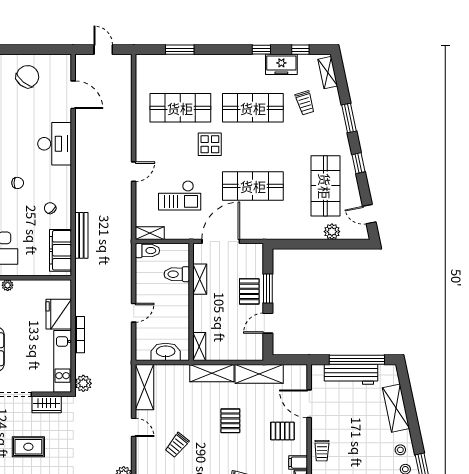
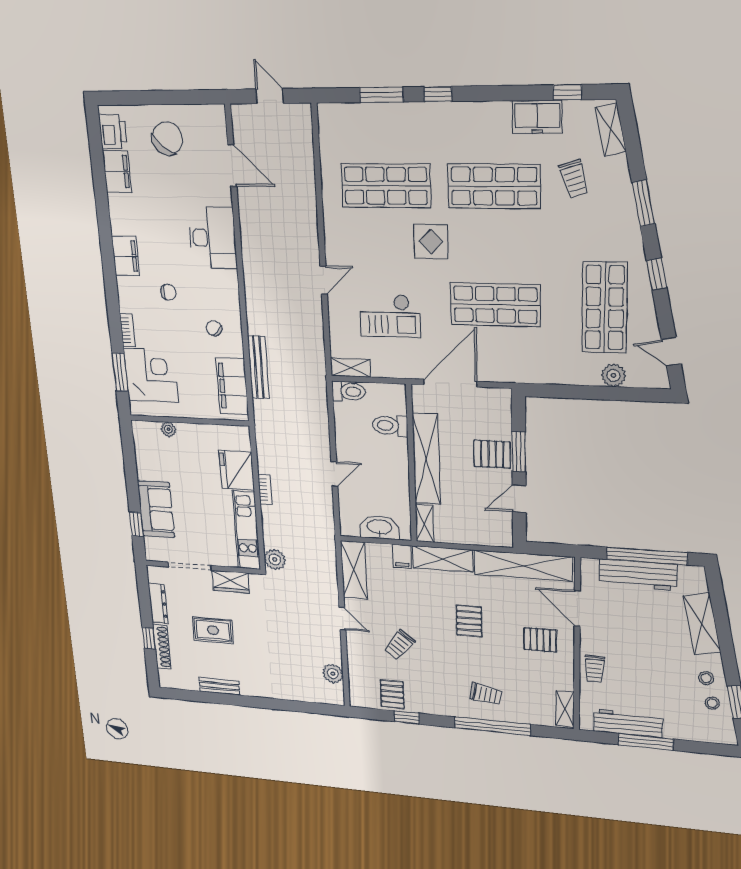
window: (261, 50) -> (438, 94), moved
shelving: (200, 279) -> (426, 459), width x2.20, depth x1.33
pallet: (249, 291) -> (492, 454), turned 90
bookcase: (80, 335) -> (265, 489), width x0.64
shelving: (259, 374) -> (523, 566), width x1.47
filing cabinet: (298, 463) -> (402, 556), moved, turned -90

